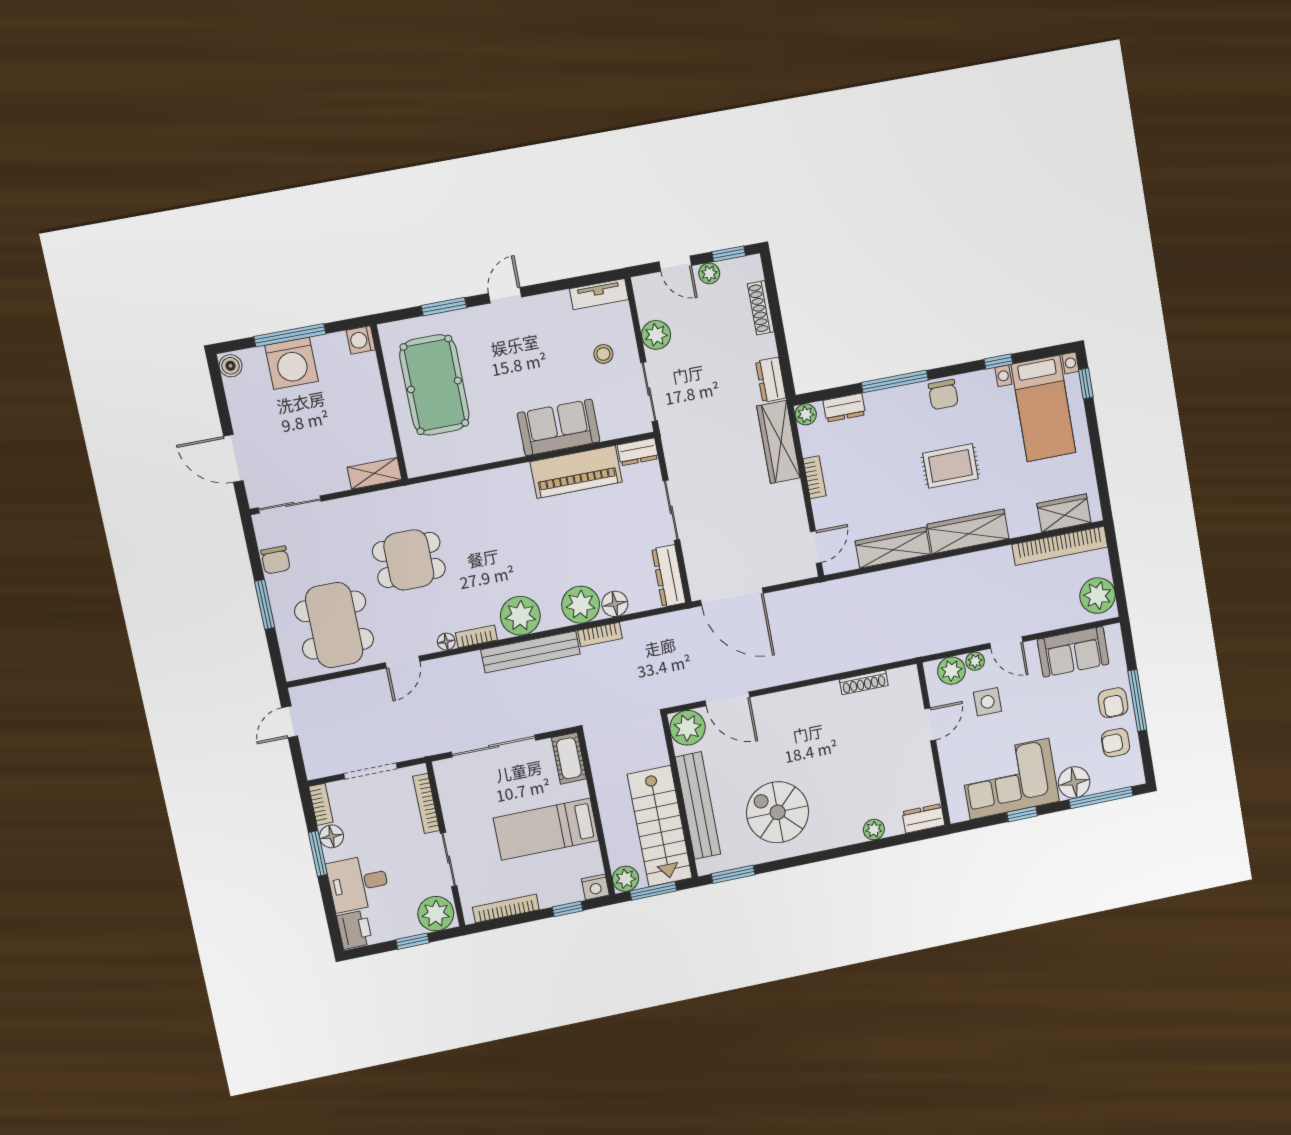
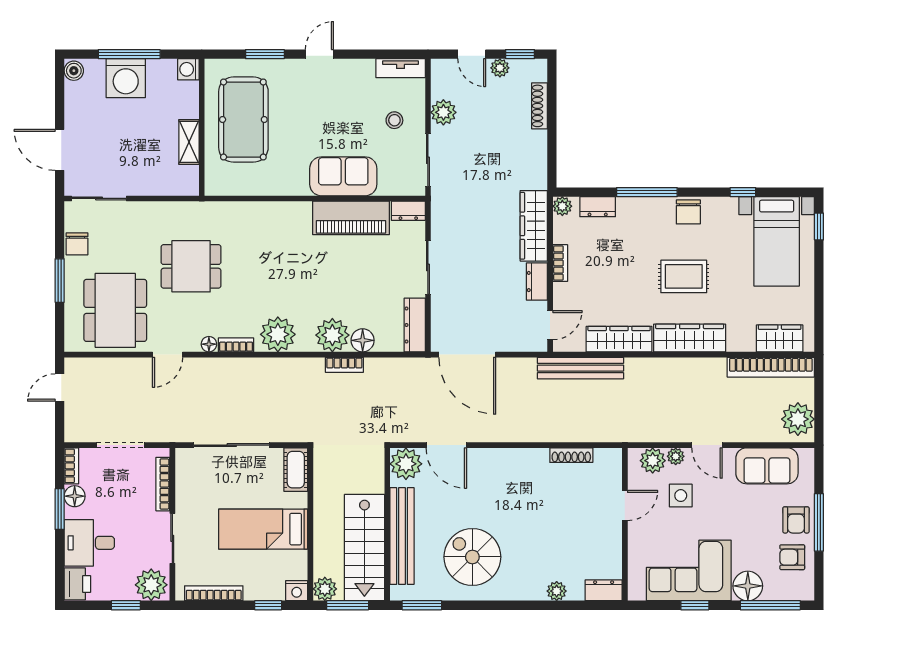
dresser: (771, 380) -> (537, 282), moved
shelving: (374, 473) -> (189, 142), moved, turned 90
bench: (531, 652) -> (580, 368), moved

